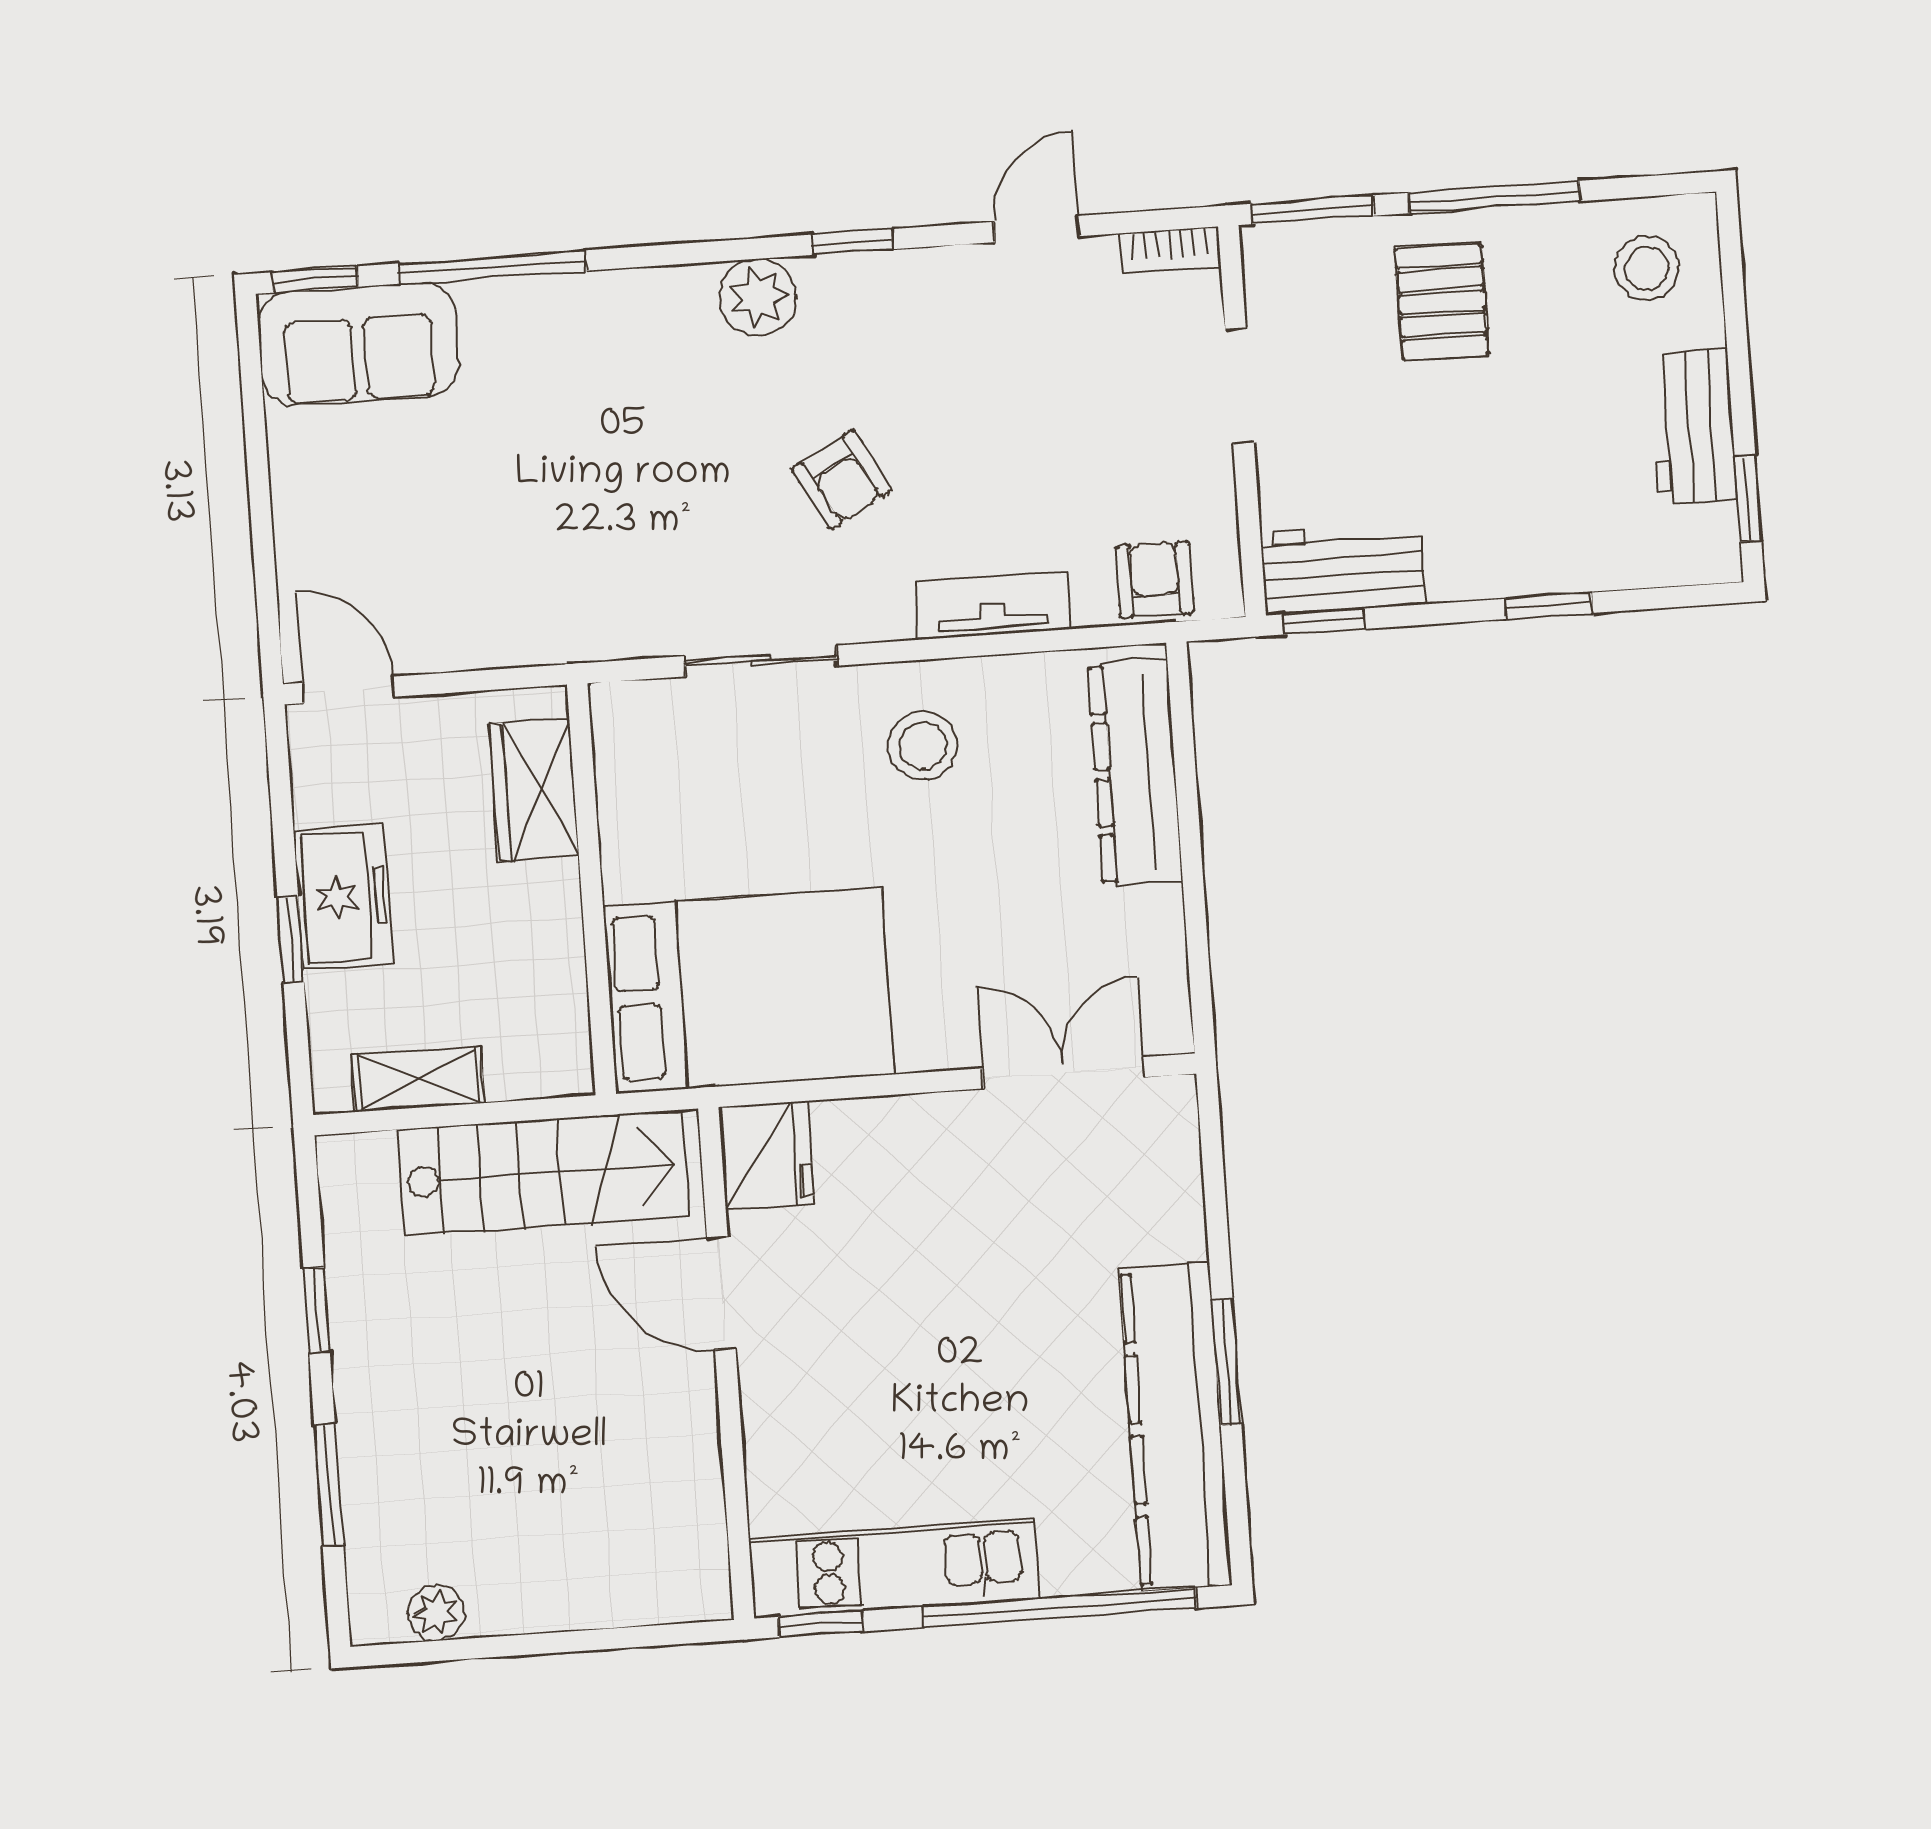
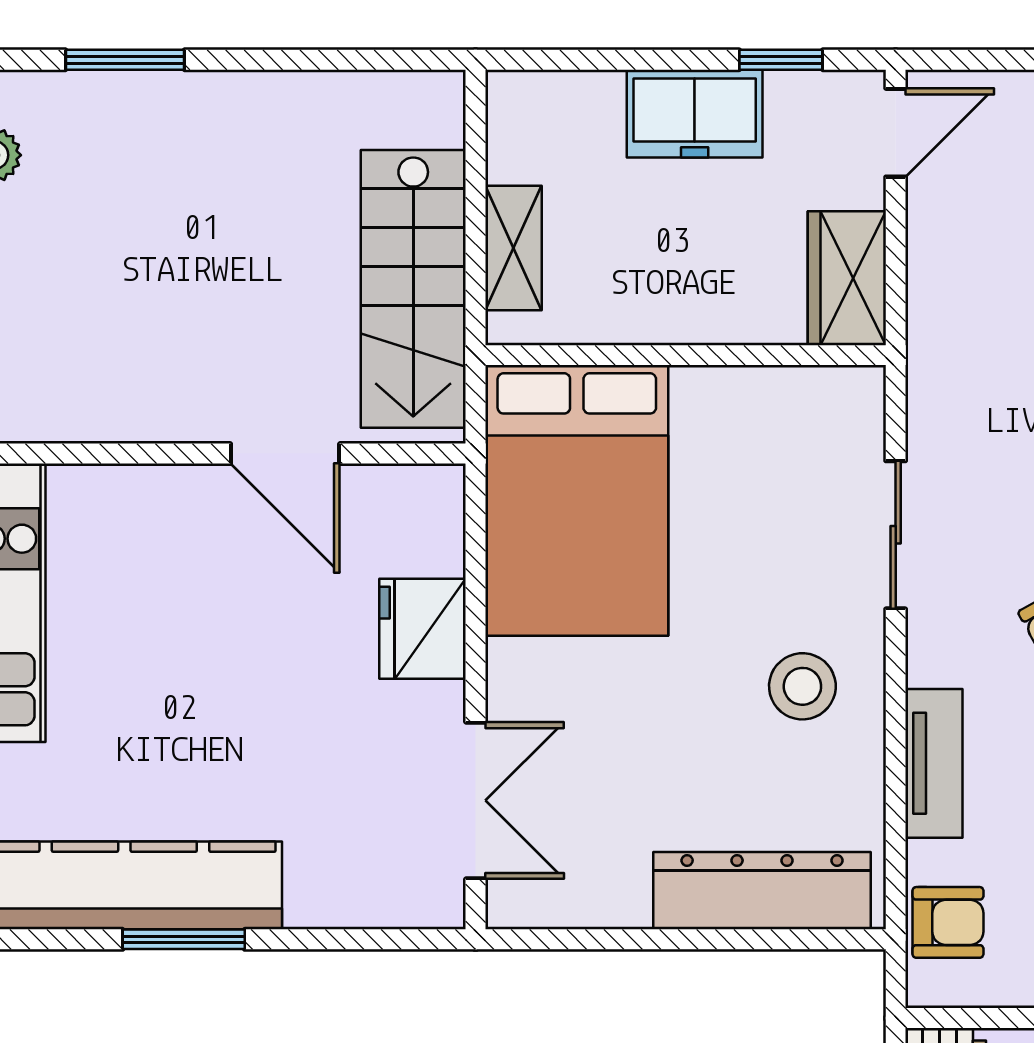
wardrobe: (534, 790) -> (847, 278), moved, turned -90
window: (291, 939) -> (781, 60), moved
shelving: (418, 1079) -> (513, 248), moved
fridge: (766, 1155) -> (422, 629), moved, turned 90
door: (721, 1293) -> (285, 454), swing flipped
window: (317, 1310) -> (296, 60), removed

